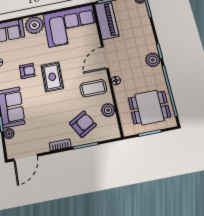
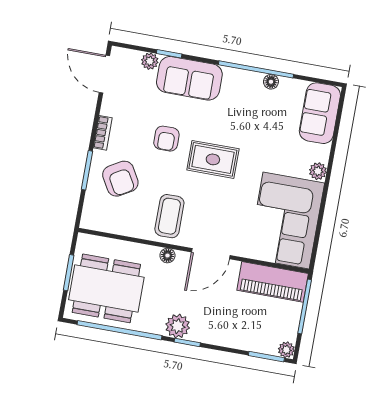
plant: (34, 25) -> (318, 171), width x0.53, depth x0.53
door: (105, 58) -> (211, 254), swing flipped
armchair: (27, 71) -> (166, 139), moved
dining table: (149, 107) -> (106, 288), width x1.37
plant: (108, 110) -> (127, 225), removed

